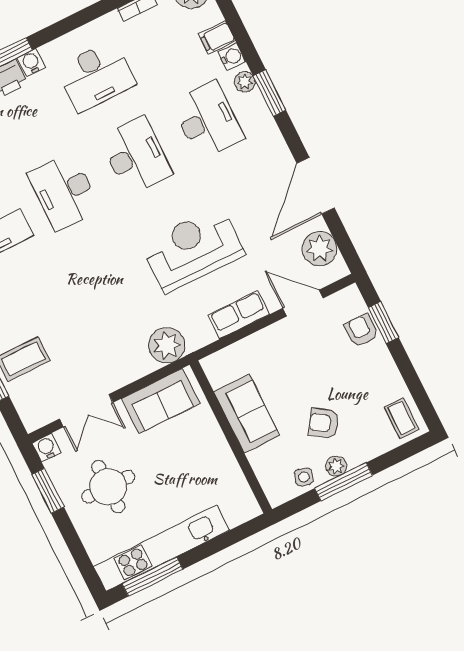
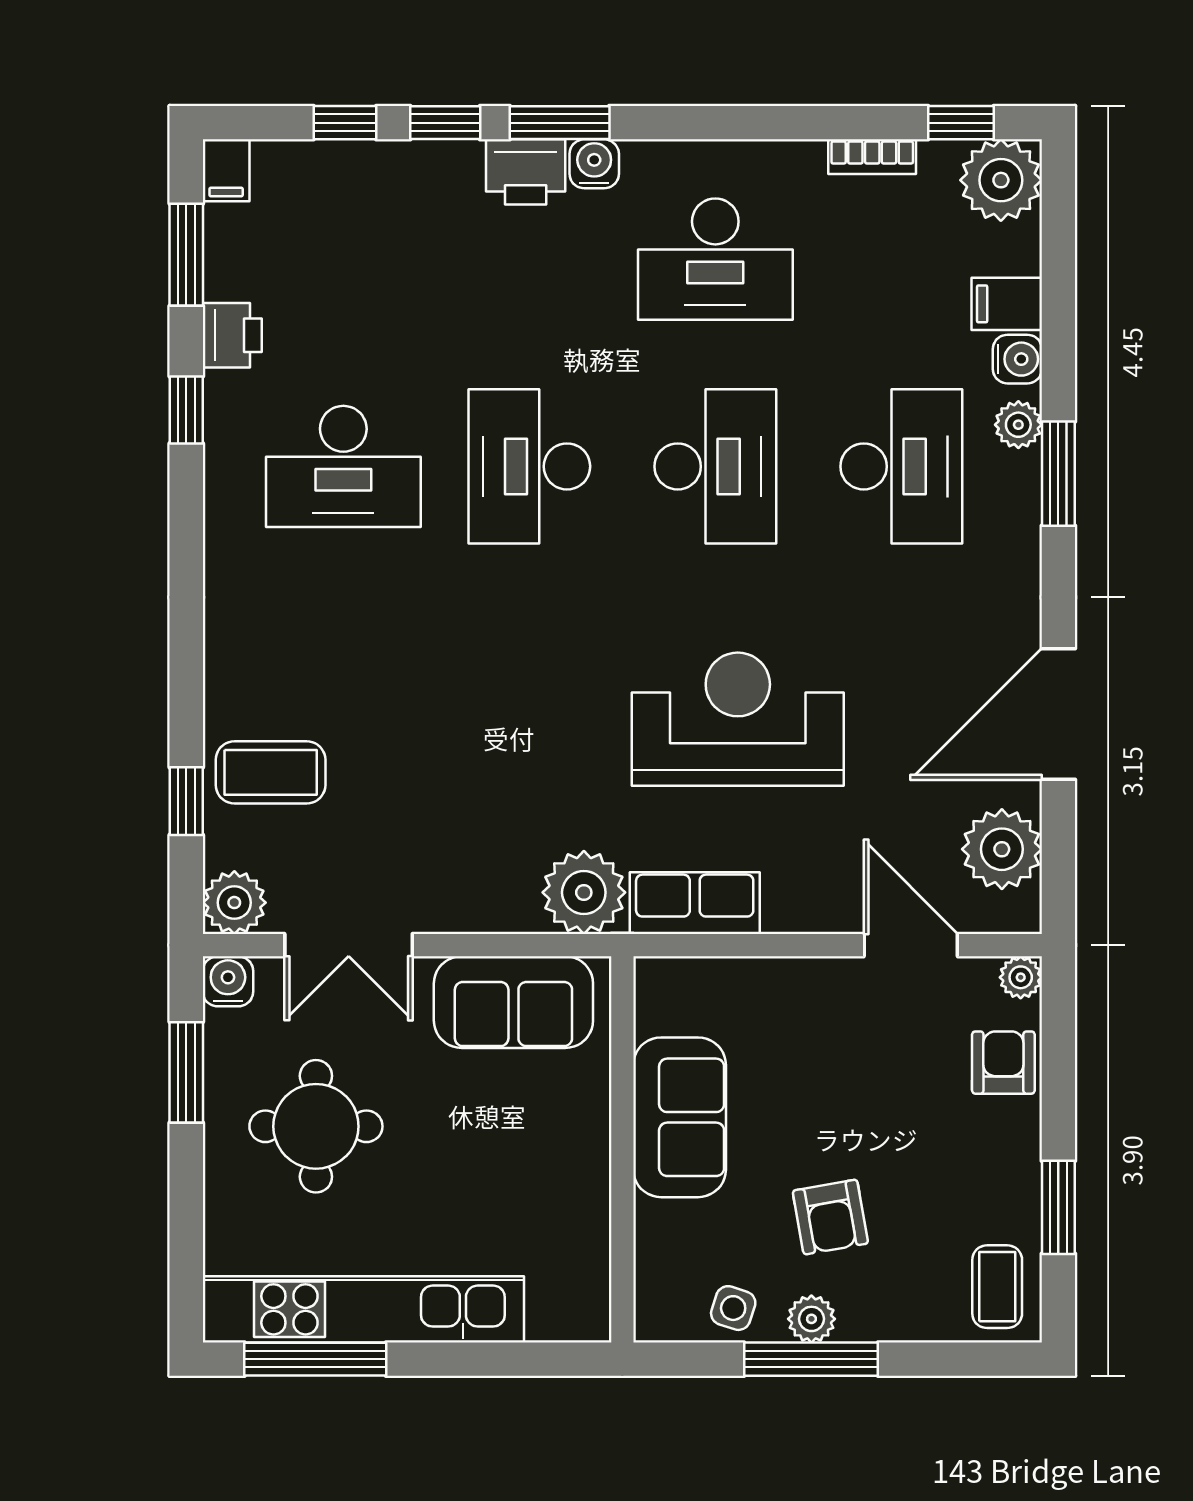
plant: (351, 294) -> (1021, 977), added
row of seats: (239, 315) -> (695, 903), moved
window: (383, 323) -> (1058, 1207), moved
plant: (34, 416) -> (234, 903), added
armchair: (324, 423) -> (830, 1217), turned -134

